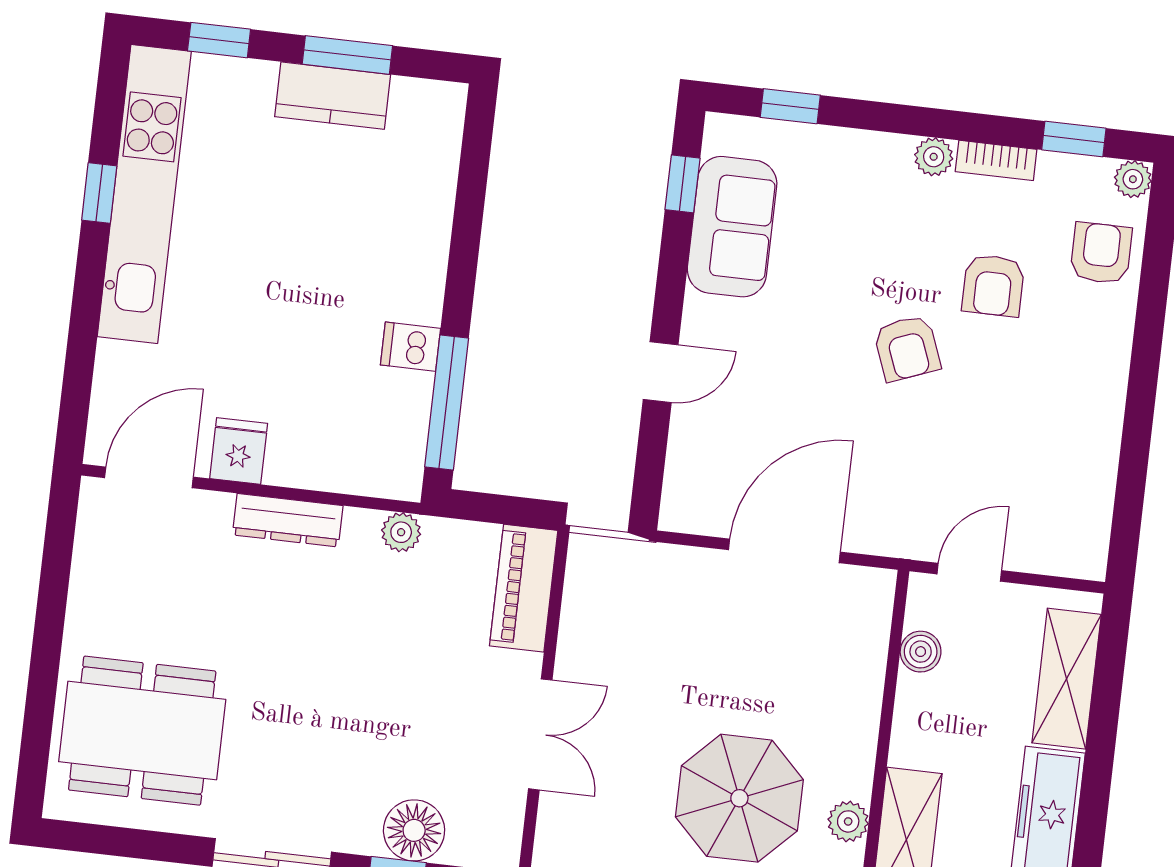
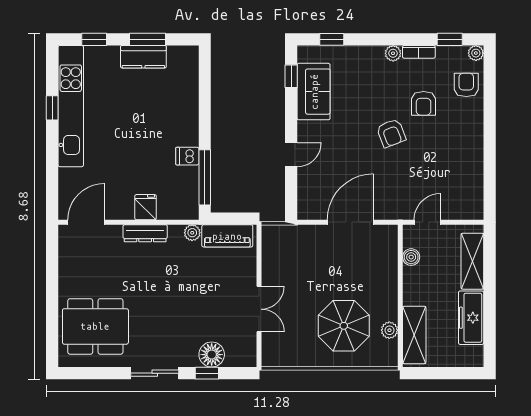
fridge: (239, 451) -> (146, 207), moved
piano: (524, 588) -> (227, 236), moved, turned -90

